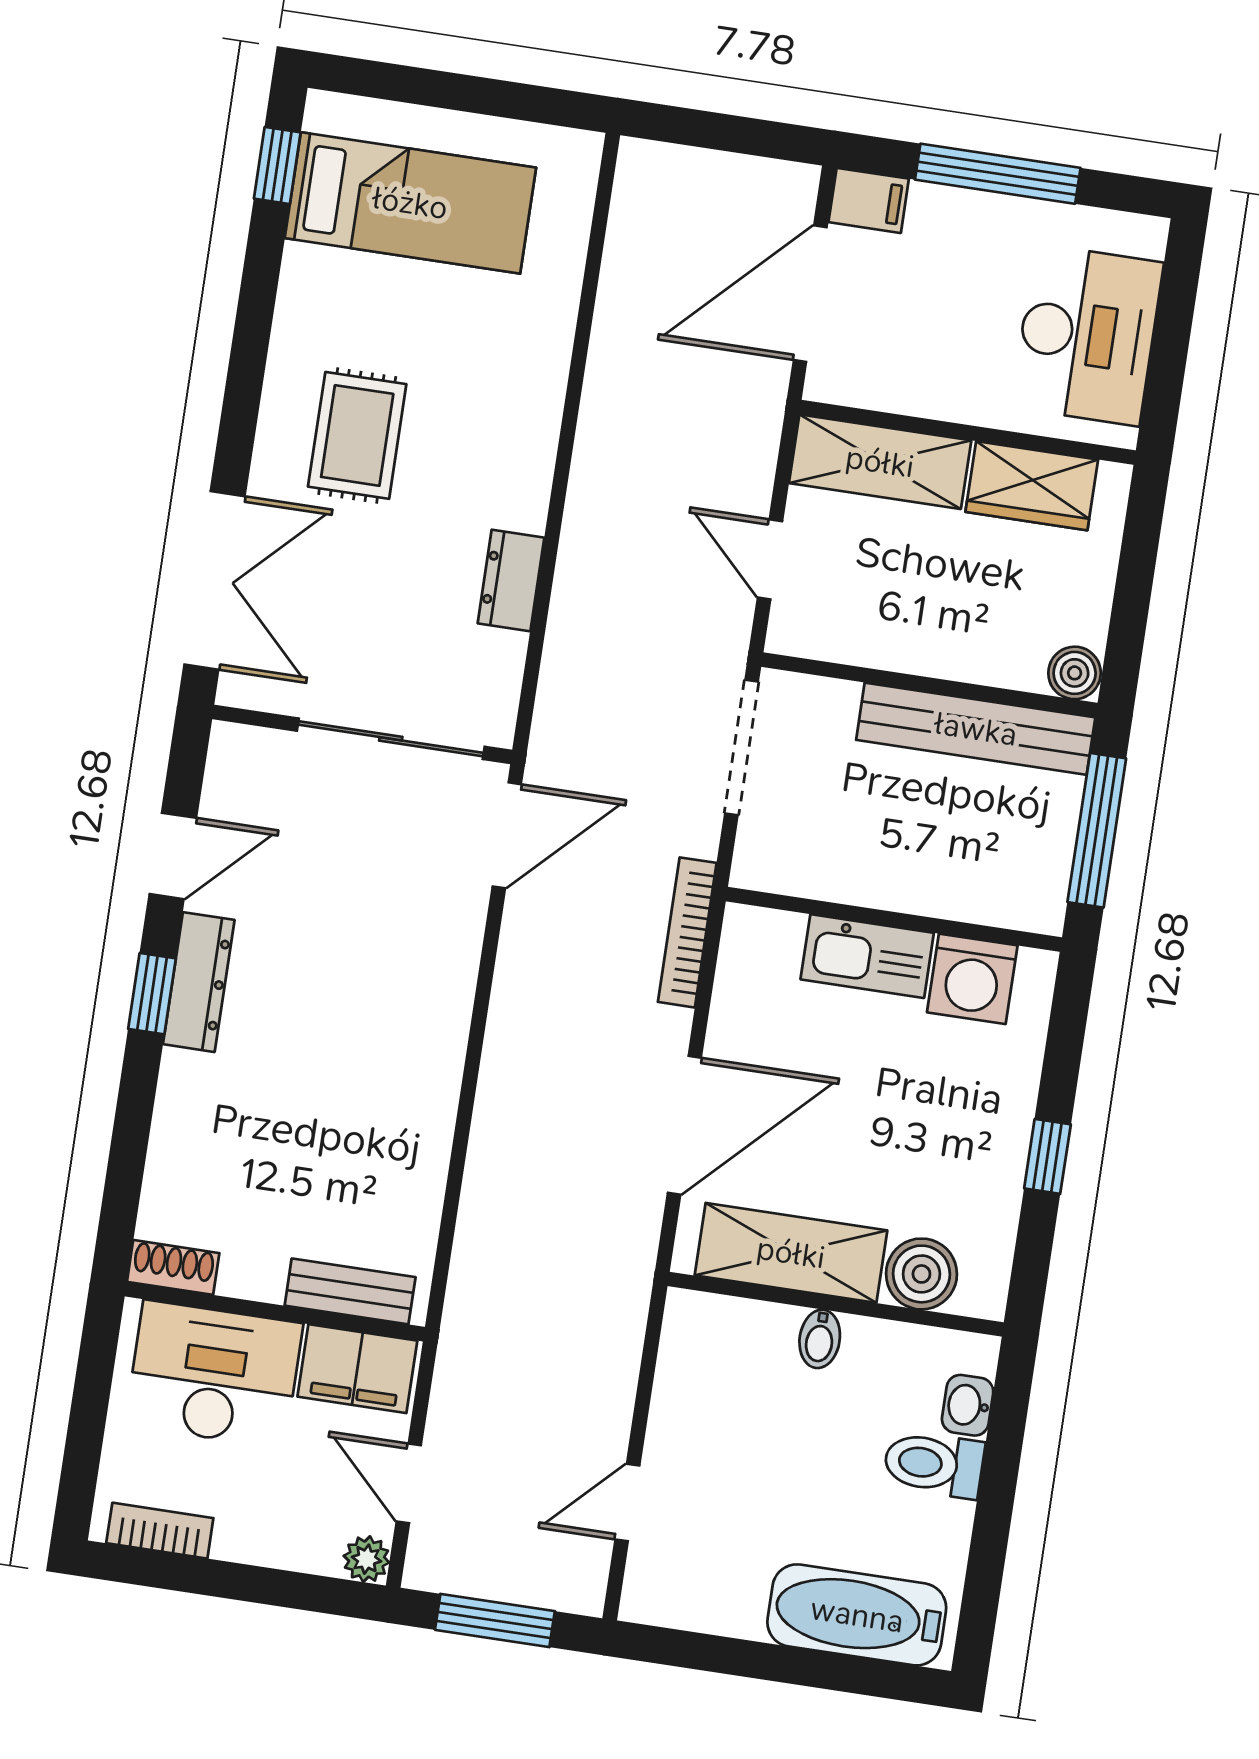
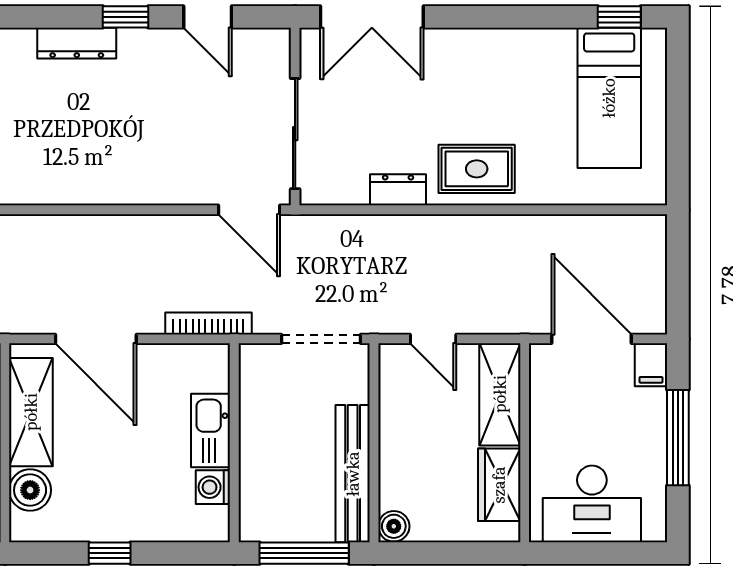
rug: (357, 435) -> (477, 169), moved
door: (770, 559) -> (433, 339), swing flipped
washing machine: (972, 979) -> (213, 487), width x0.73, depth x0.73
dresser: (199, 982) -> (77, 43), moved

